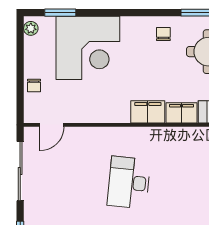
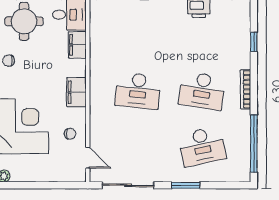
chair: (34, 86) -> (70, 134), moved
filing cabinet: (148, 112) -> (76, 92), moved

